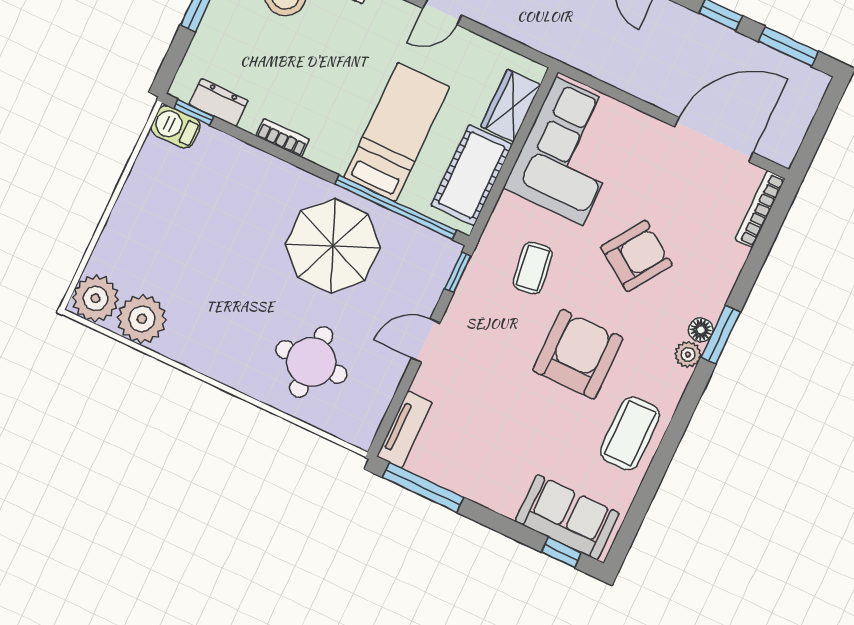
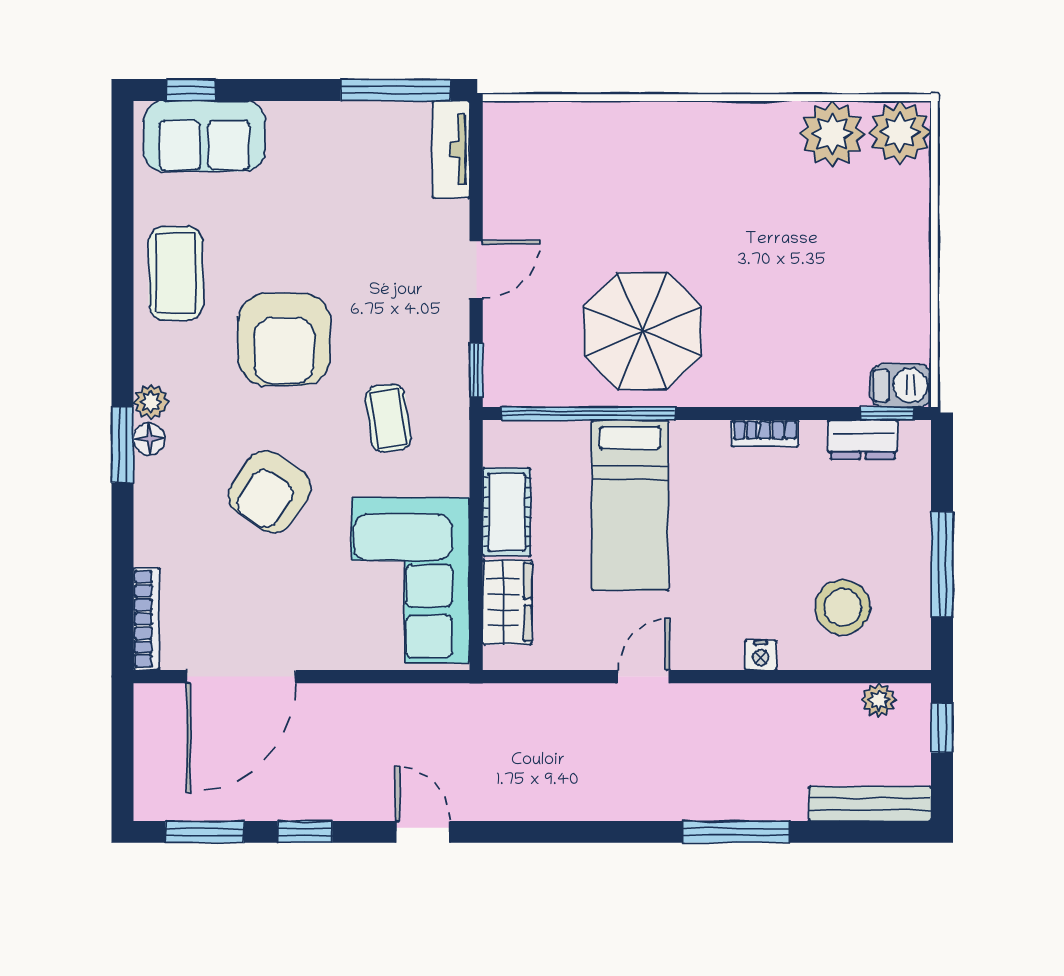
cot: (472, 175) -> (507, 512), width x0.73, depth x0.75
round table: (311, 362) -> (603, 178), removed

